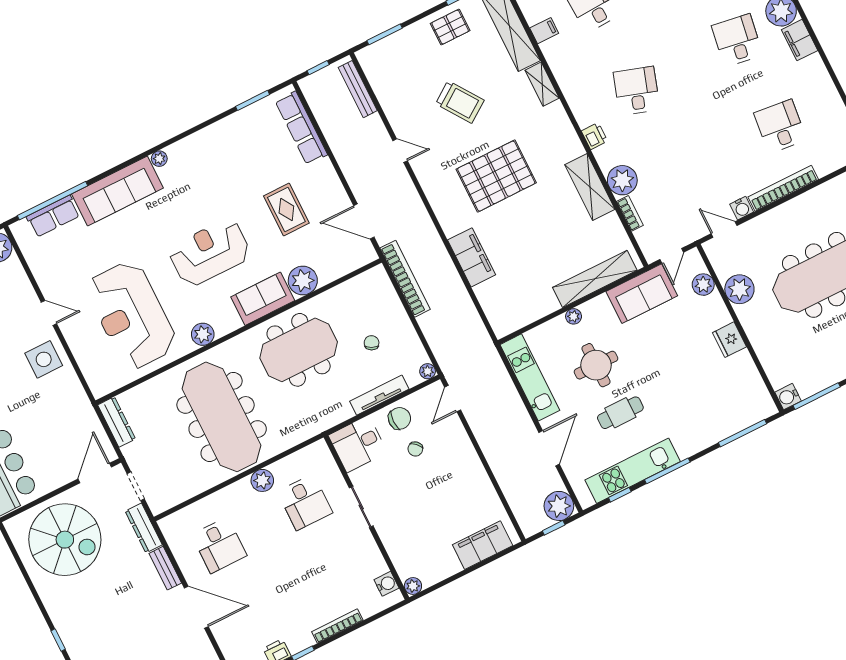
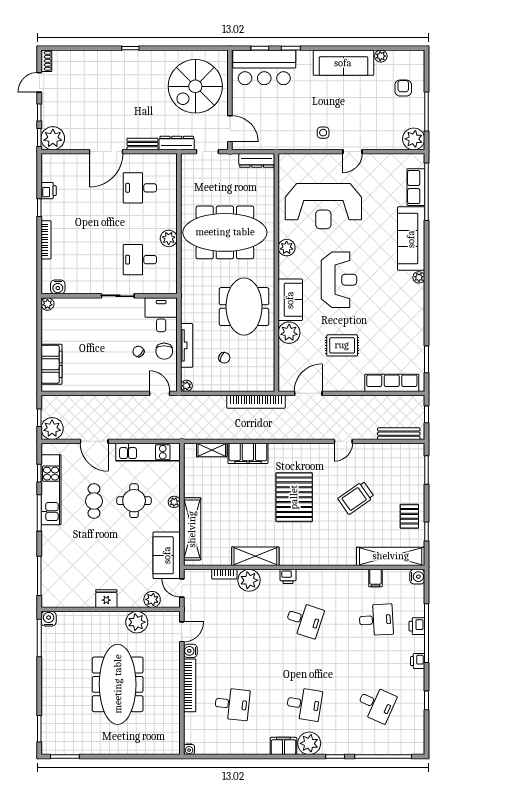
shelving: (542, 84) -> (212, 450), moved
reception desk: (131, 315) -> (323, 206), turned 180
side table: (44, 359) -> (323, 133), width x0.54, depth x0.54

